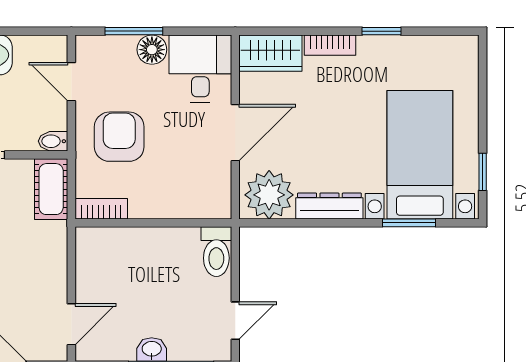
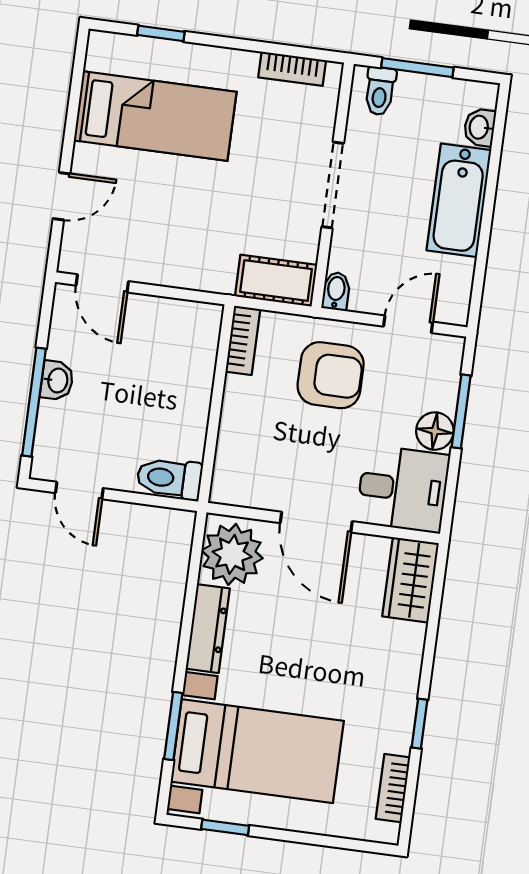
bookcase: (330, 45) -> (393, 788), moved

